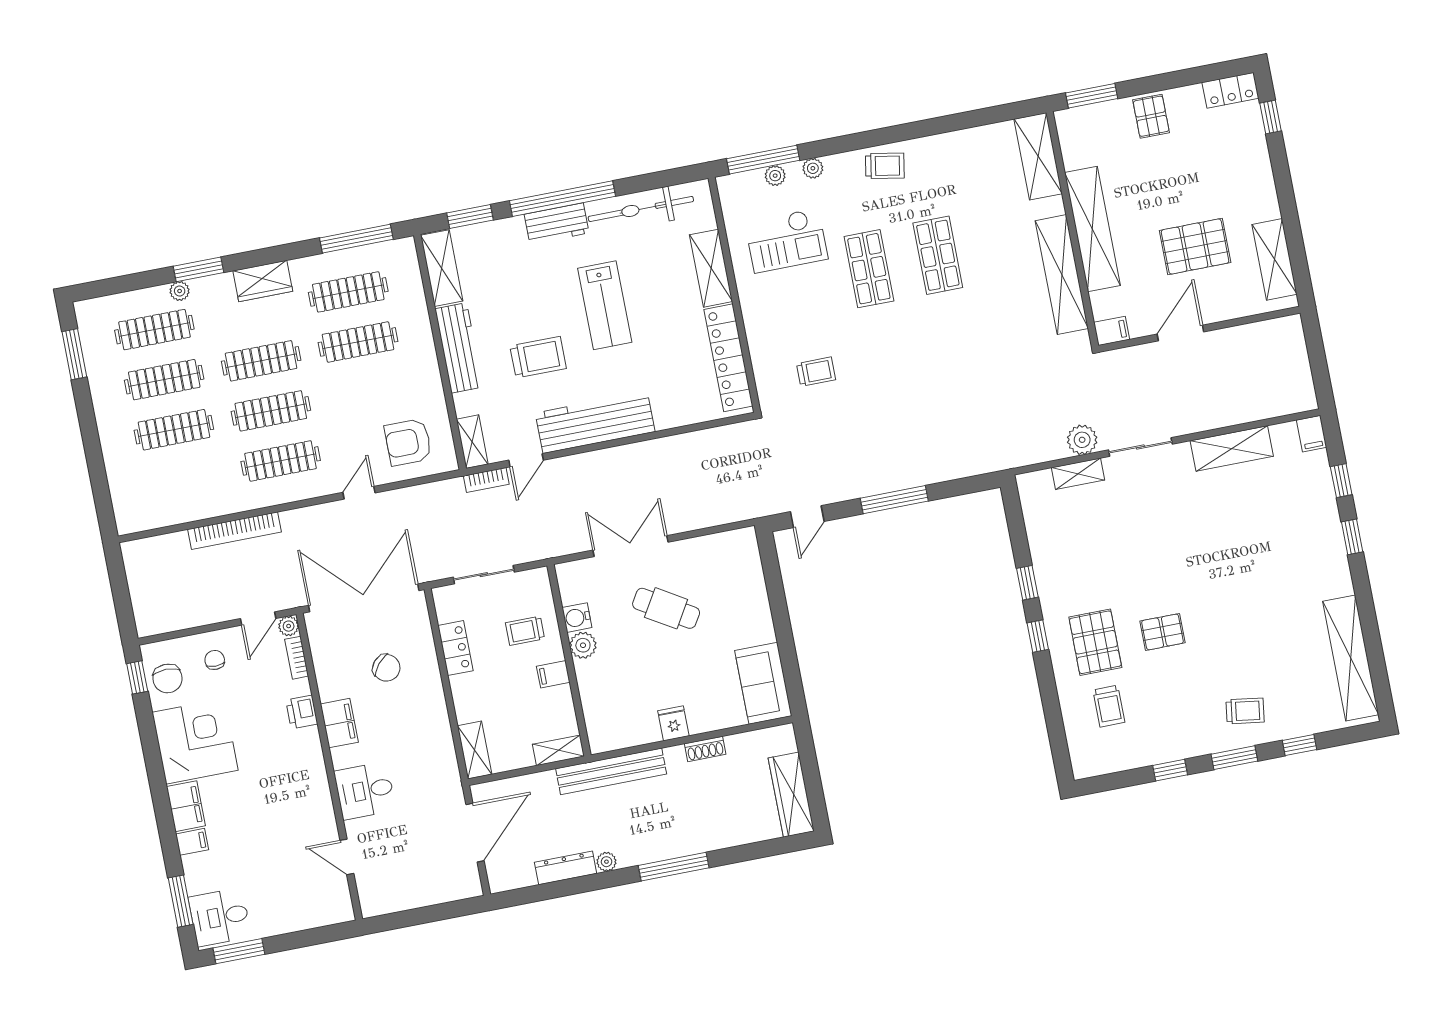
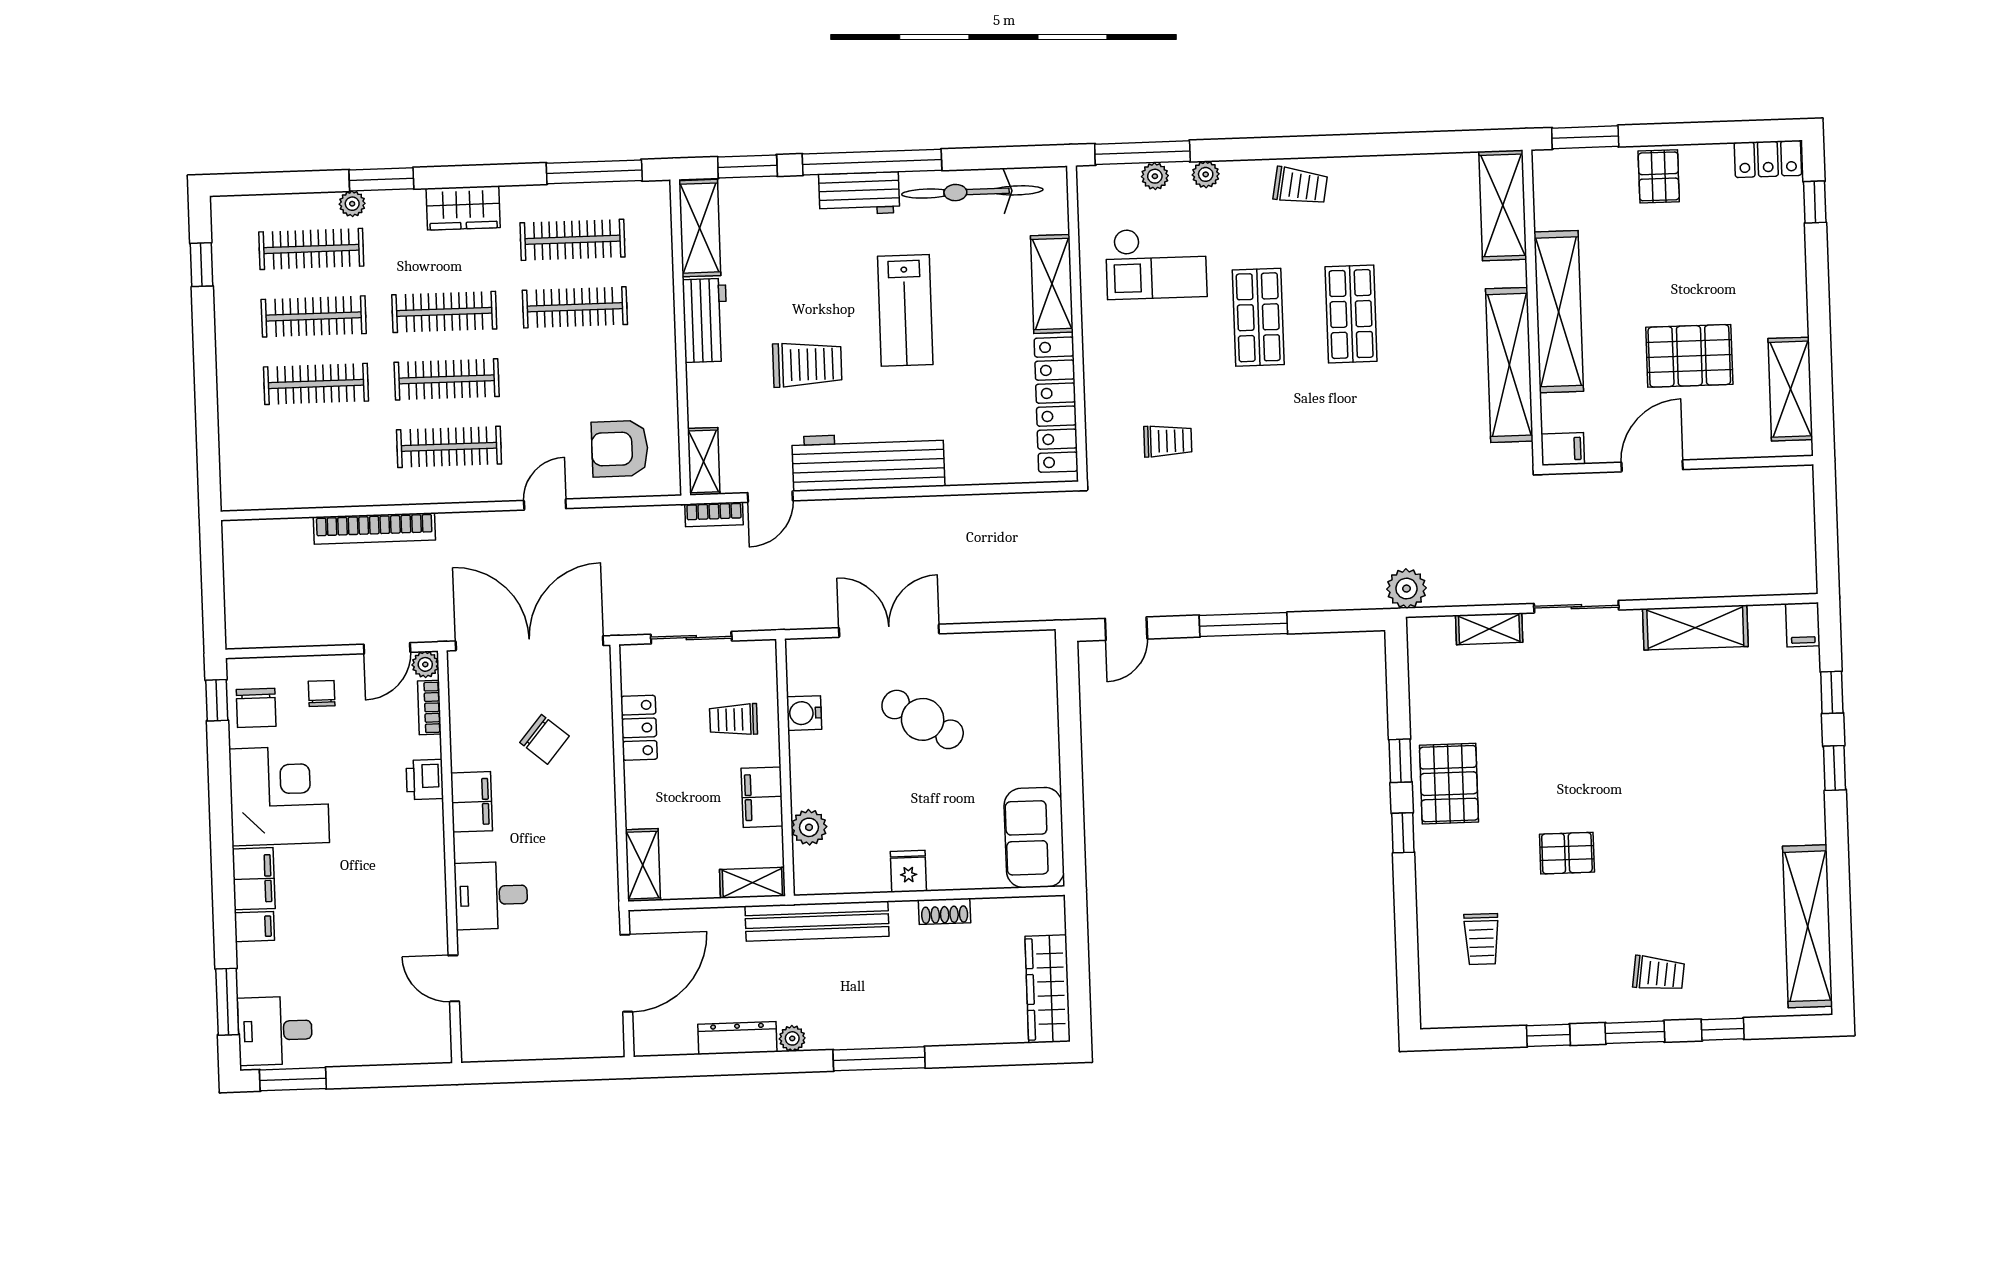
workbench: (459, 348) -> (705, 320), width x0.73
window: (74, 354) -> (201, 265), width x0.67
plant: (1082, 440) -> (1406, 589), moved
pallet: (1095, 642) -> (1449, 784), moved
plant: (583, 645) -> (809, 827), moved
filing cabinet: (553, 674) -> (762, 797), width x2.00

